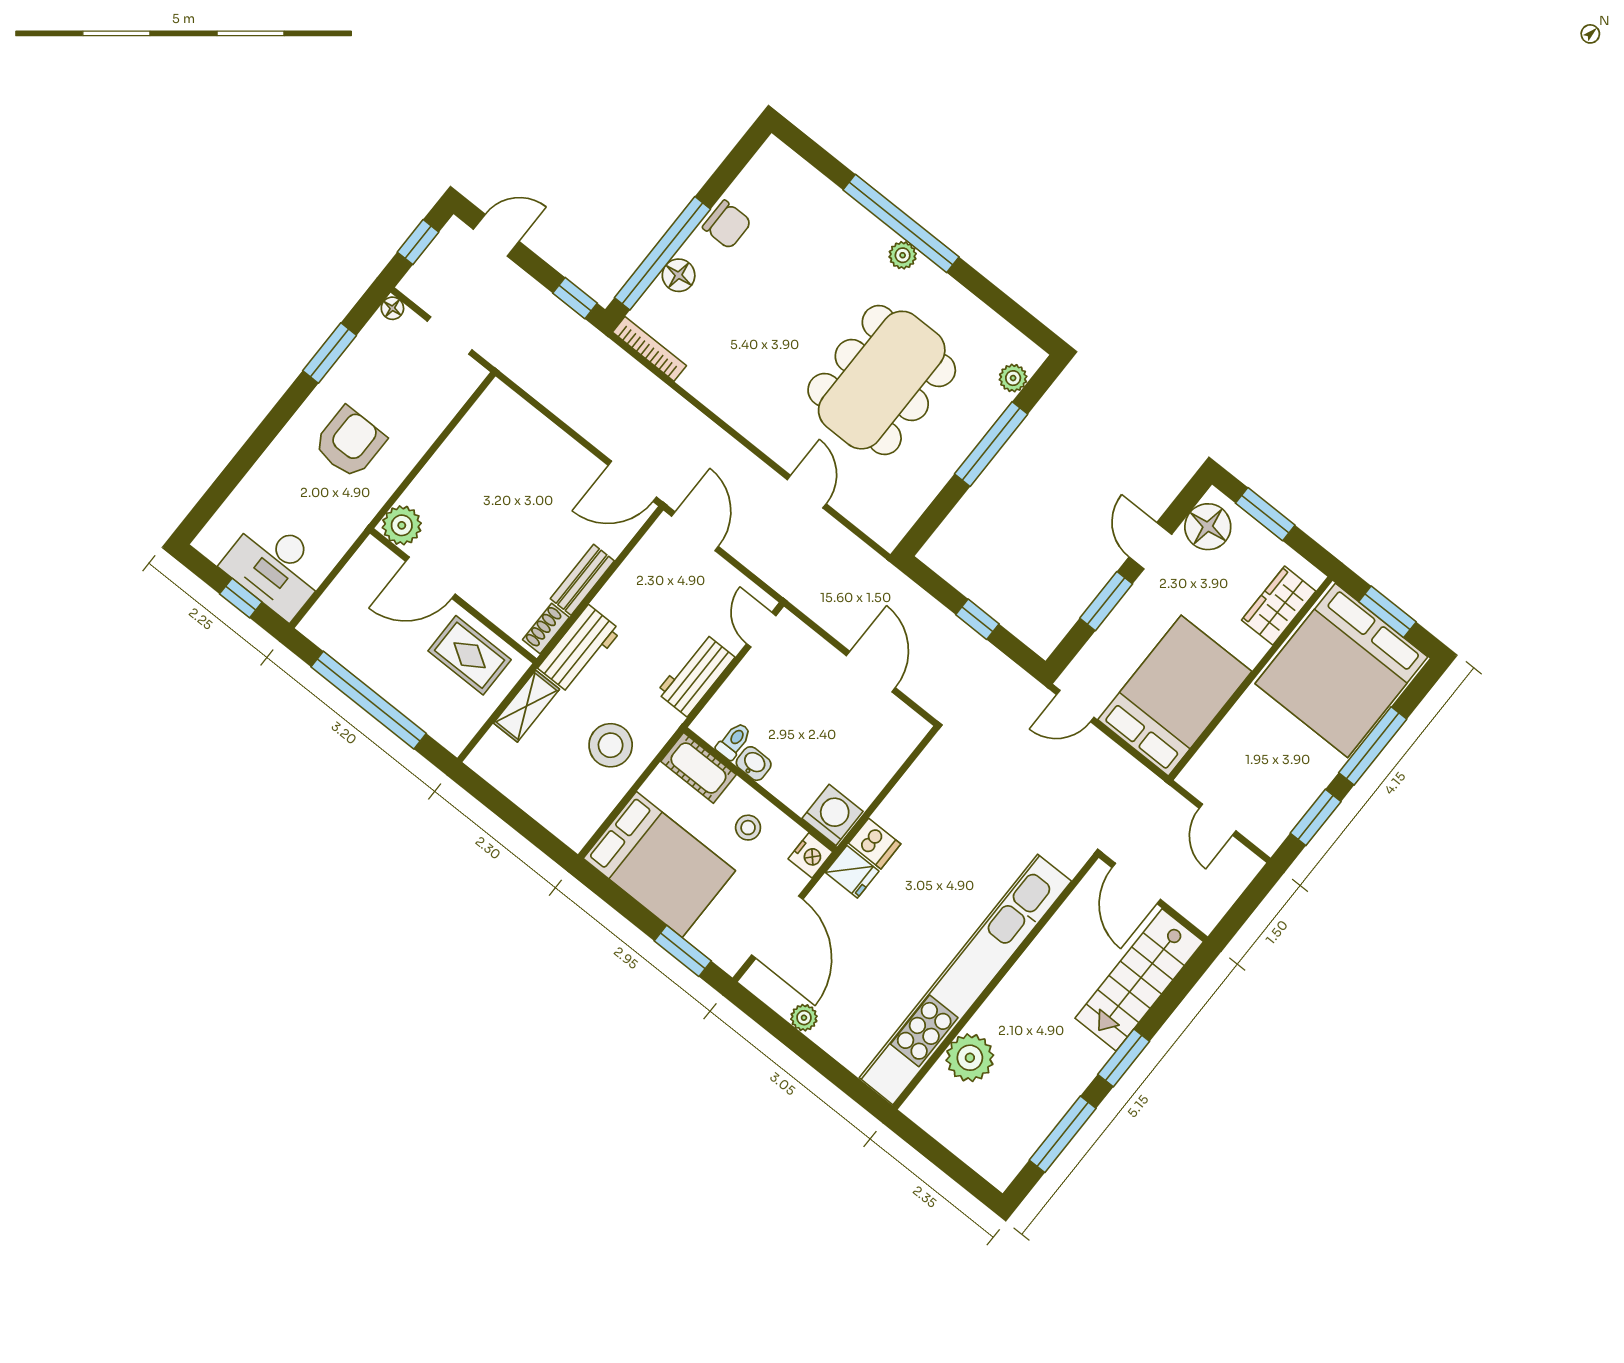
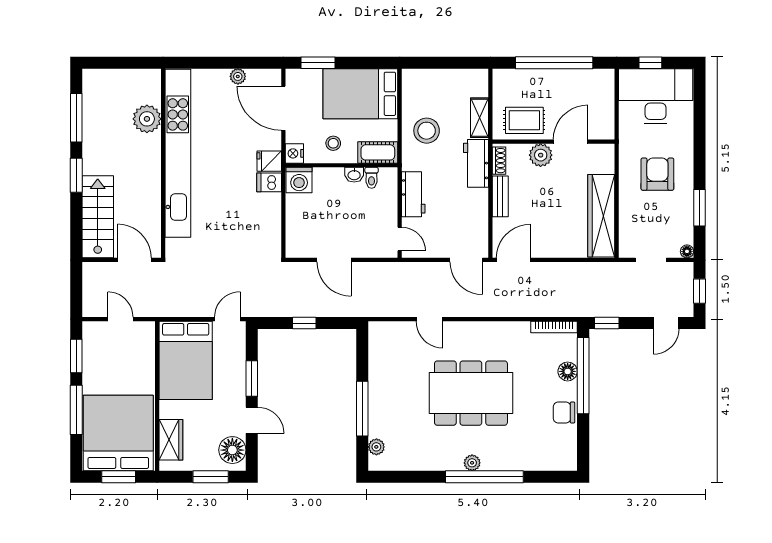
dining table: (882, 380) -> (471, 393), moved, turned 90
armchair: (350, 442) -> (657, 174), turned 180
wardrobe: (468, 447) -> (601, 216), added
plant: (402, 525) -> (541, 155), moved
desk: (276, 567) -> (656, 96), width x1.36, depth x1.30

